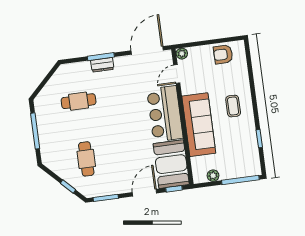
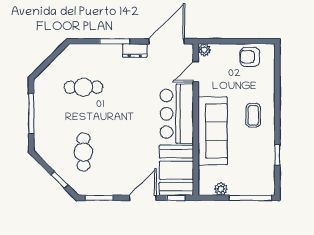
dresser: (102, 65) -> (135, 51), moved

